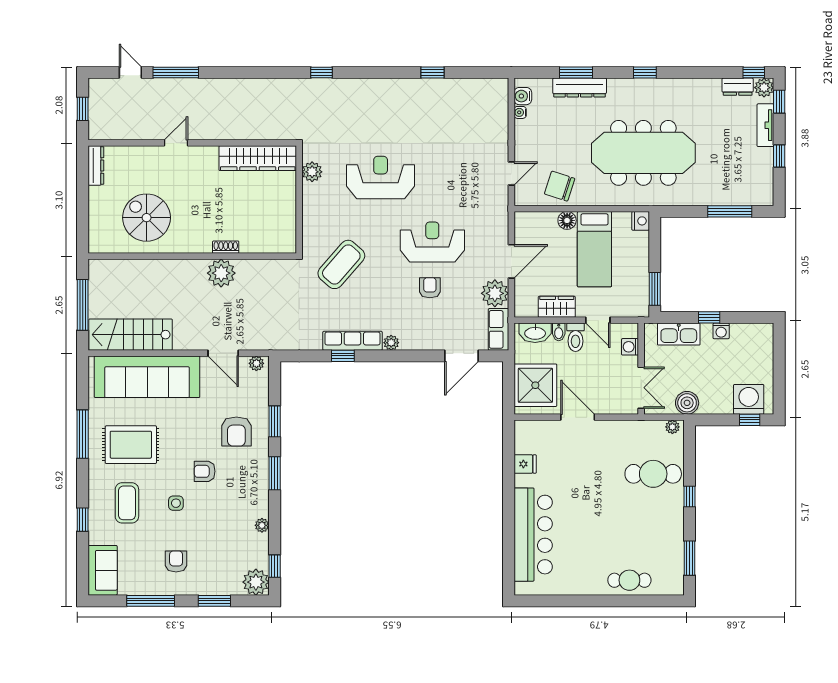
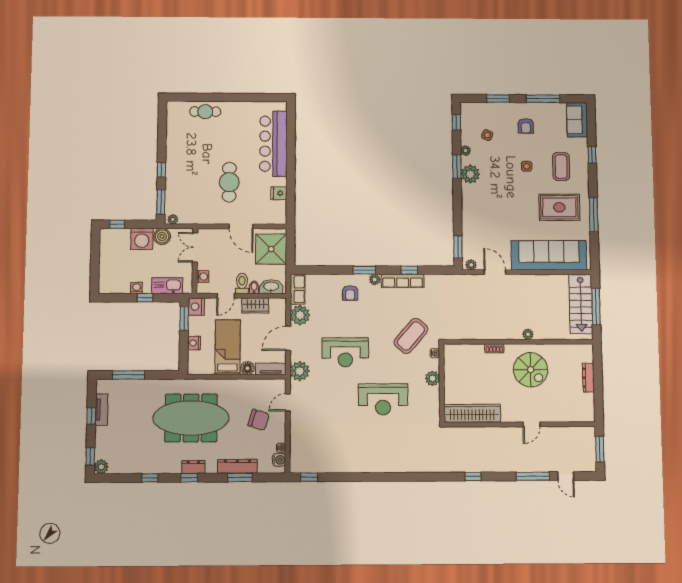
window: (321, 73) -> (473, 477), moved
window: (432, 73) -> (309, 477), moved
window: (754, 73) -> (150, 478), moved
dresser: (738, 87) -> (193, 467), moved
window: (83, 109) -> (600, 449), width x1.50
tv unit: (765, 125) -> (102, 410), moved
dresser: (96, 166) -> (588, 378), moved
plant: (312, 172) -> (432, 378), moved
chair: (560, 186) -> (259, 420), moved
plant: (495, 216) -> (300, 371), added
spiral stairs: (147, 218) -> (531, 370), moved
tv unit: (535, 219) -> (271, 369), added
nightstand: (641, 221) -> (194, 343), moved
water cooler: (308, 241) -> (435, 353), added
plant: (221, 273) -> (528, 334), moved, width x0.53, depth x0.53
armchair: (430, 288) -> (350, 293), moved
nightstand: (638, 305) -> (196, 307), added
door: (598, 320) -> (226, 296), swing flipped
stairs: (131, 335) -> (581, 304), moved, turned 90
window: (406, 356) -> (364, 270), added
door: (461, 356) -> (324, 270), removed
washing machine: (749, 399) -> (142, 239), moved
window: (275, 421) -> (458, 247), moved
armchair: (236, 431) -> (485, 217), removed
armchair: (205, 471) -> (507, 188), removed
window: (275, 473) -> (457, 166), moved
cafe table: (653, 474) -> (229, 182), moved, turned 90
side table: (231, 548) -> (487, 135), added
window: (689, 558) -> (161, 202), moved
plant: (256, 582) -> (470, 174), moved

